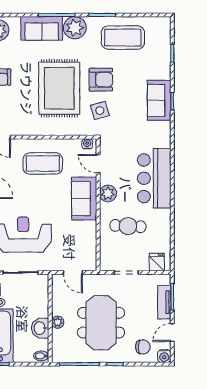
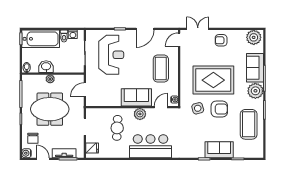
armchair: (101, 80) -> (219, 109), turned -90
sofa: (159, 100) -> (219, 150), moved

